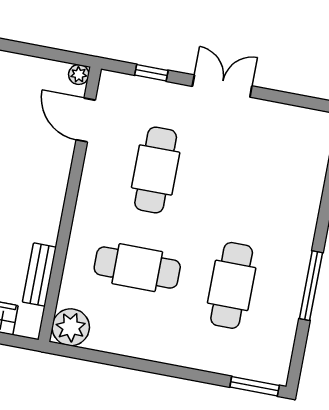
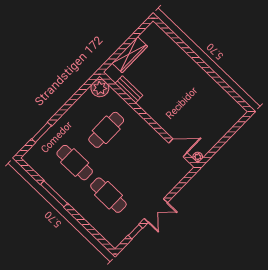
window: (151, 73) -> (135, 232), moved
cafe table: (156, 170) -> (108, 195), moved
window: (255, 386) -> (42, 132), moved

